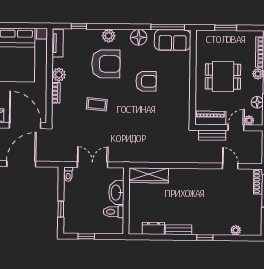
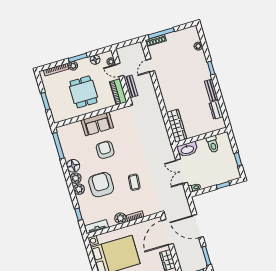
plant: (123, 36) -> (76, 178), added
sofa: (173, 40) -> (97, 124), moved, turned 90
washbasin: (116, 193) -> (187, 149), moved

